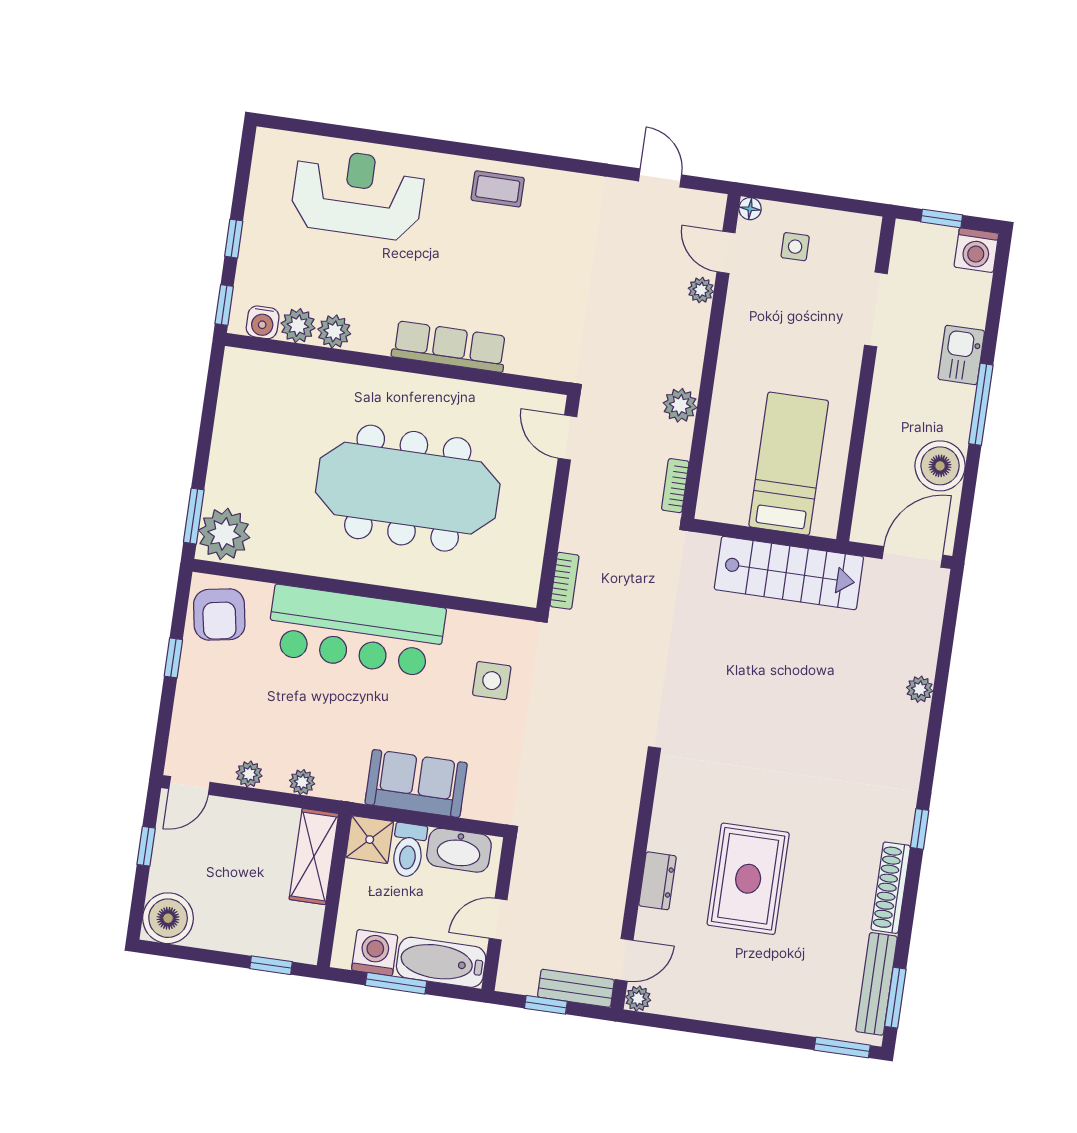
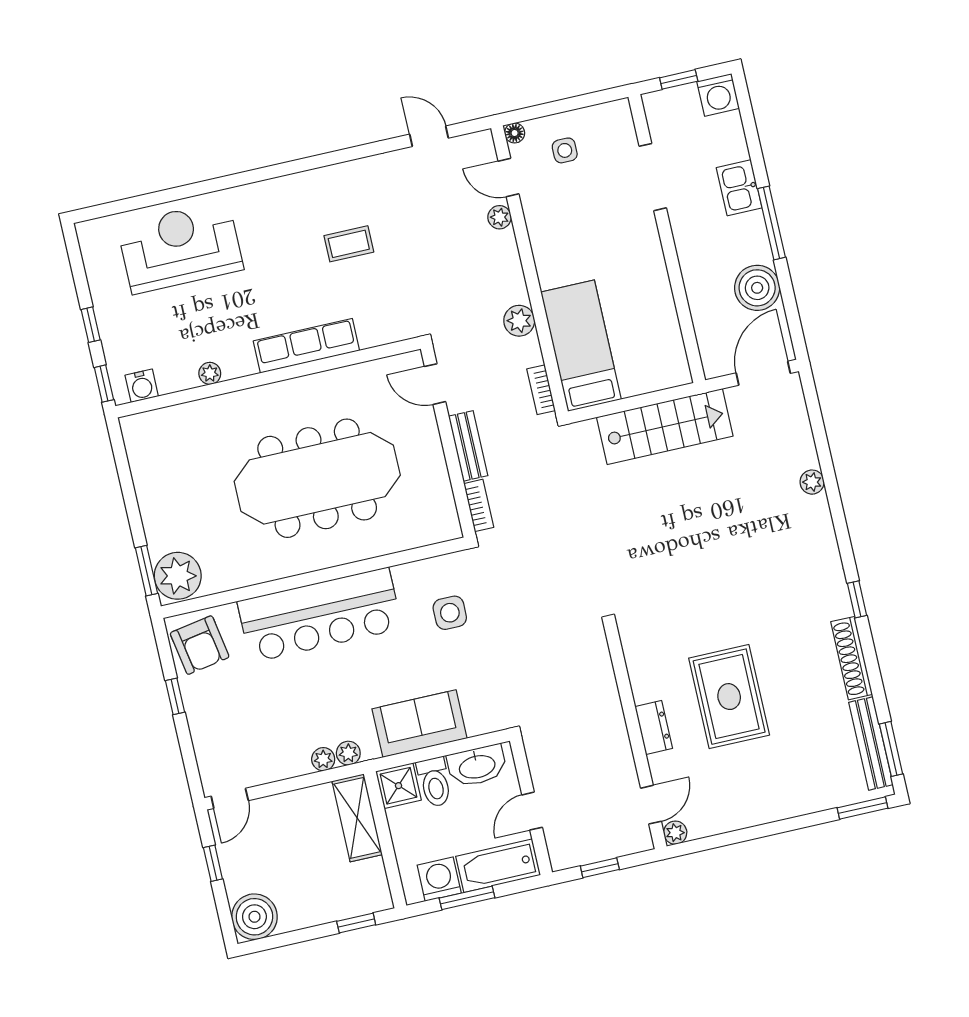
coffee table: (498, 189) -> (349, 244), moved
plant: (298, 326) -> (173, 377), removed
plant: (334, 331) -> (210, 373), width x0.73, depth x0.73
bed: (789, 464) -> (581, 346), moved
plant: (249, 774) -> (348, 753), moved
bench: (576, 988) -> (468, 446), moved, turned 90

